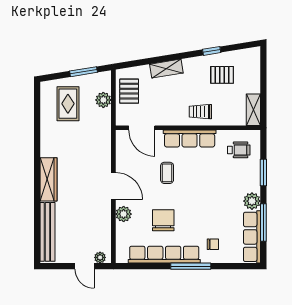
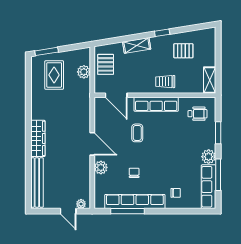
window: (212, 51) -> (162, 33), moved
window: (83, 72) -> (47, 51), moved
chair: (163, 220) -> (134, 173), width x0.54, depth x0.54
window: (191, 266) -> (127, 211), moved

